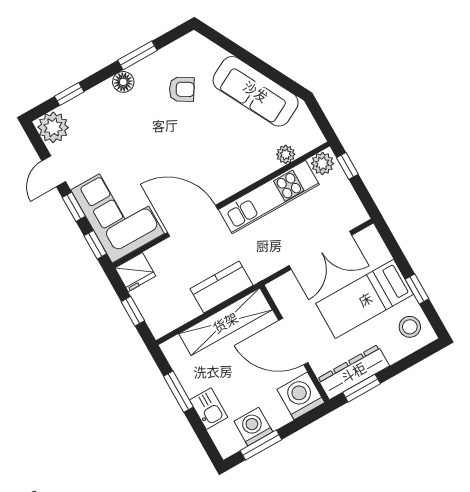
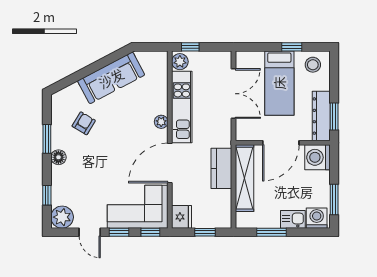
plant: (286, 154) -> (161, 122), moved
washing machine: (253, 427) -> (317, 218), moved, turned 90

